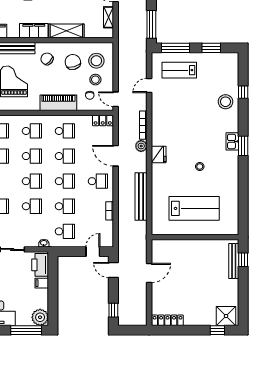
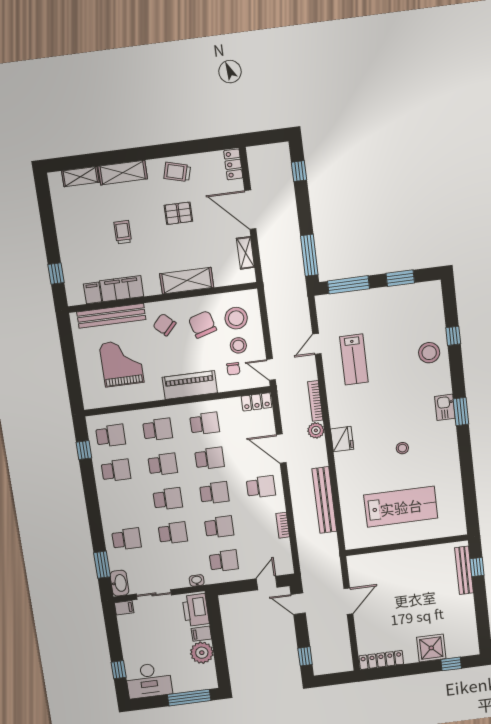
filing cabinet: (34, 31) -> (122, 289), moved
lab bench: (179, 70) -> (354, 359), moved, turned -90
shower: (226, 316) -> (431, 648), moved
plant: (40, 317) -> (202, 653), moved

